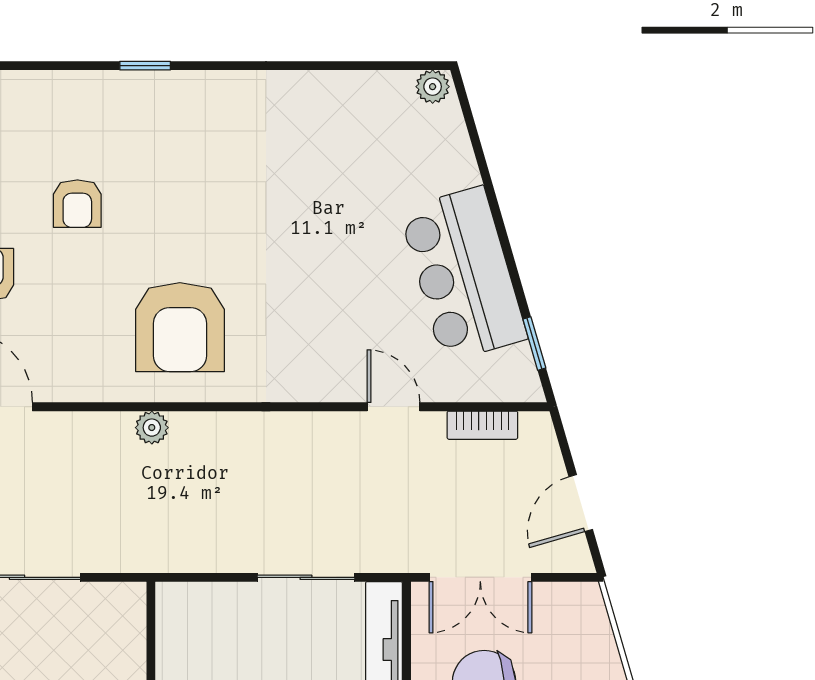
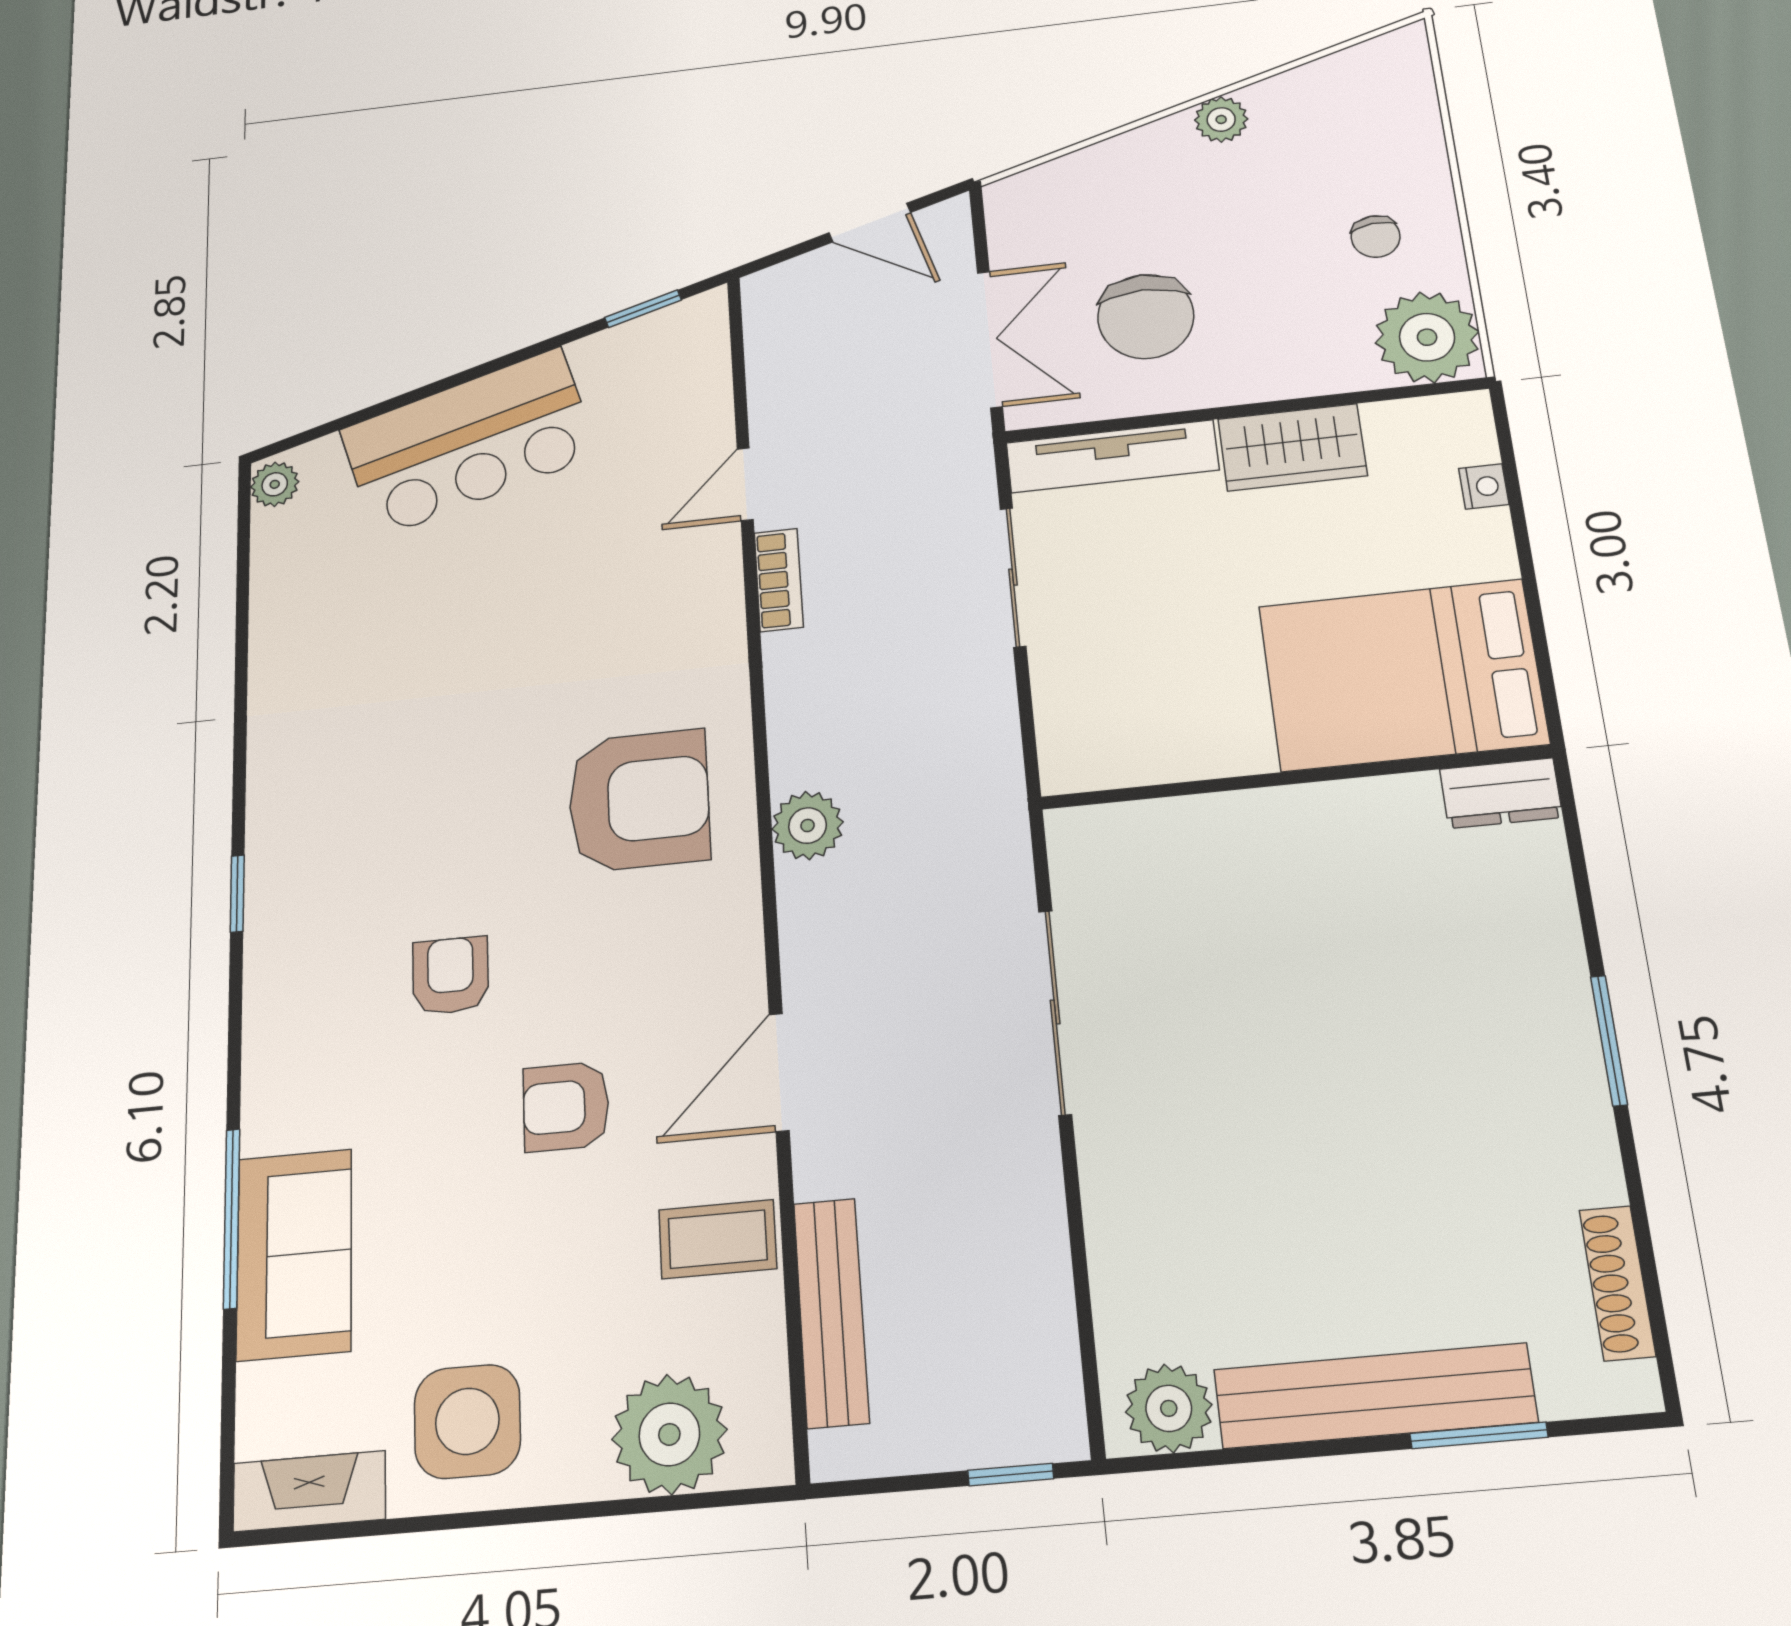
armchair: (77, 204) -> (450, 976), turned -90
bar counter: (463, 274) -> (469, 442), moved
bookcase: (482, 425) -> (779, 580), moved
plant: (152, 428) -> (808, 826), width x1.38, depth x1.38

